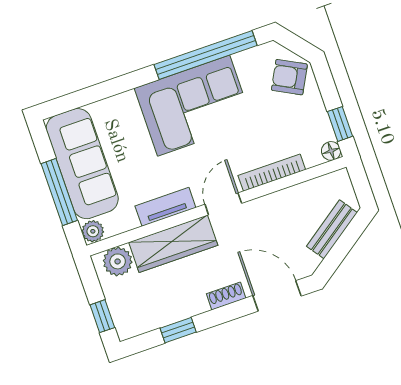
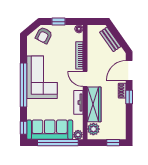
window: (206, 55) -> (23, 85), moved
window: (66, 103) -> (23, 128), added
window: (340, 124) -> (59, 22), moved
window: (59, 192) -> (58, 143), width x1.46
window: (178, 330) -> (129, 97), moved

